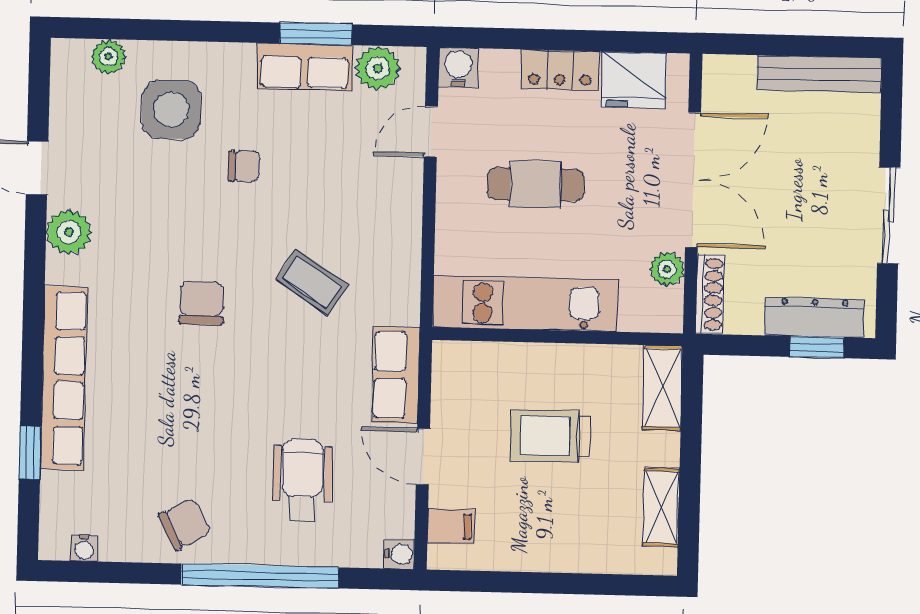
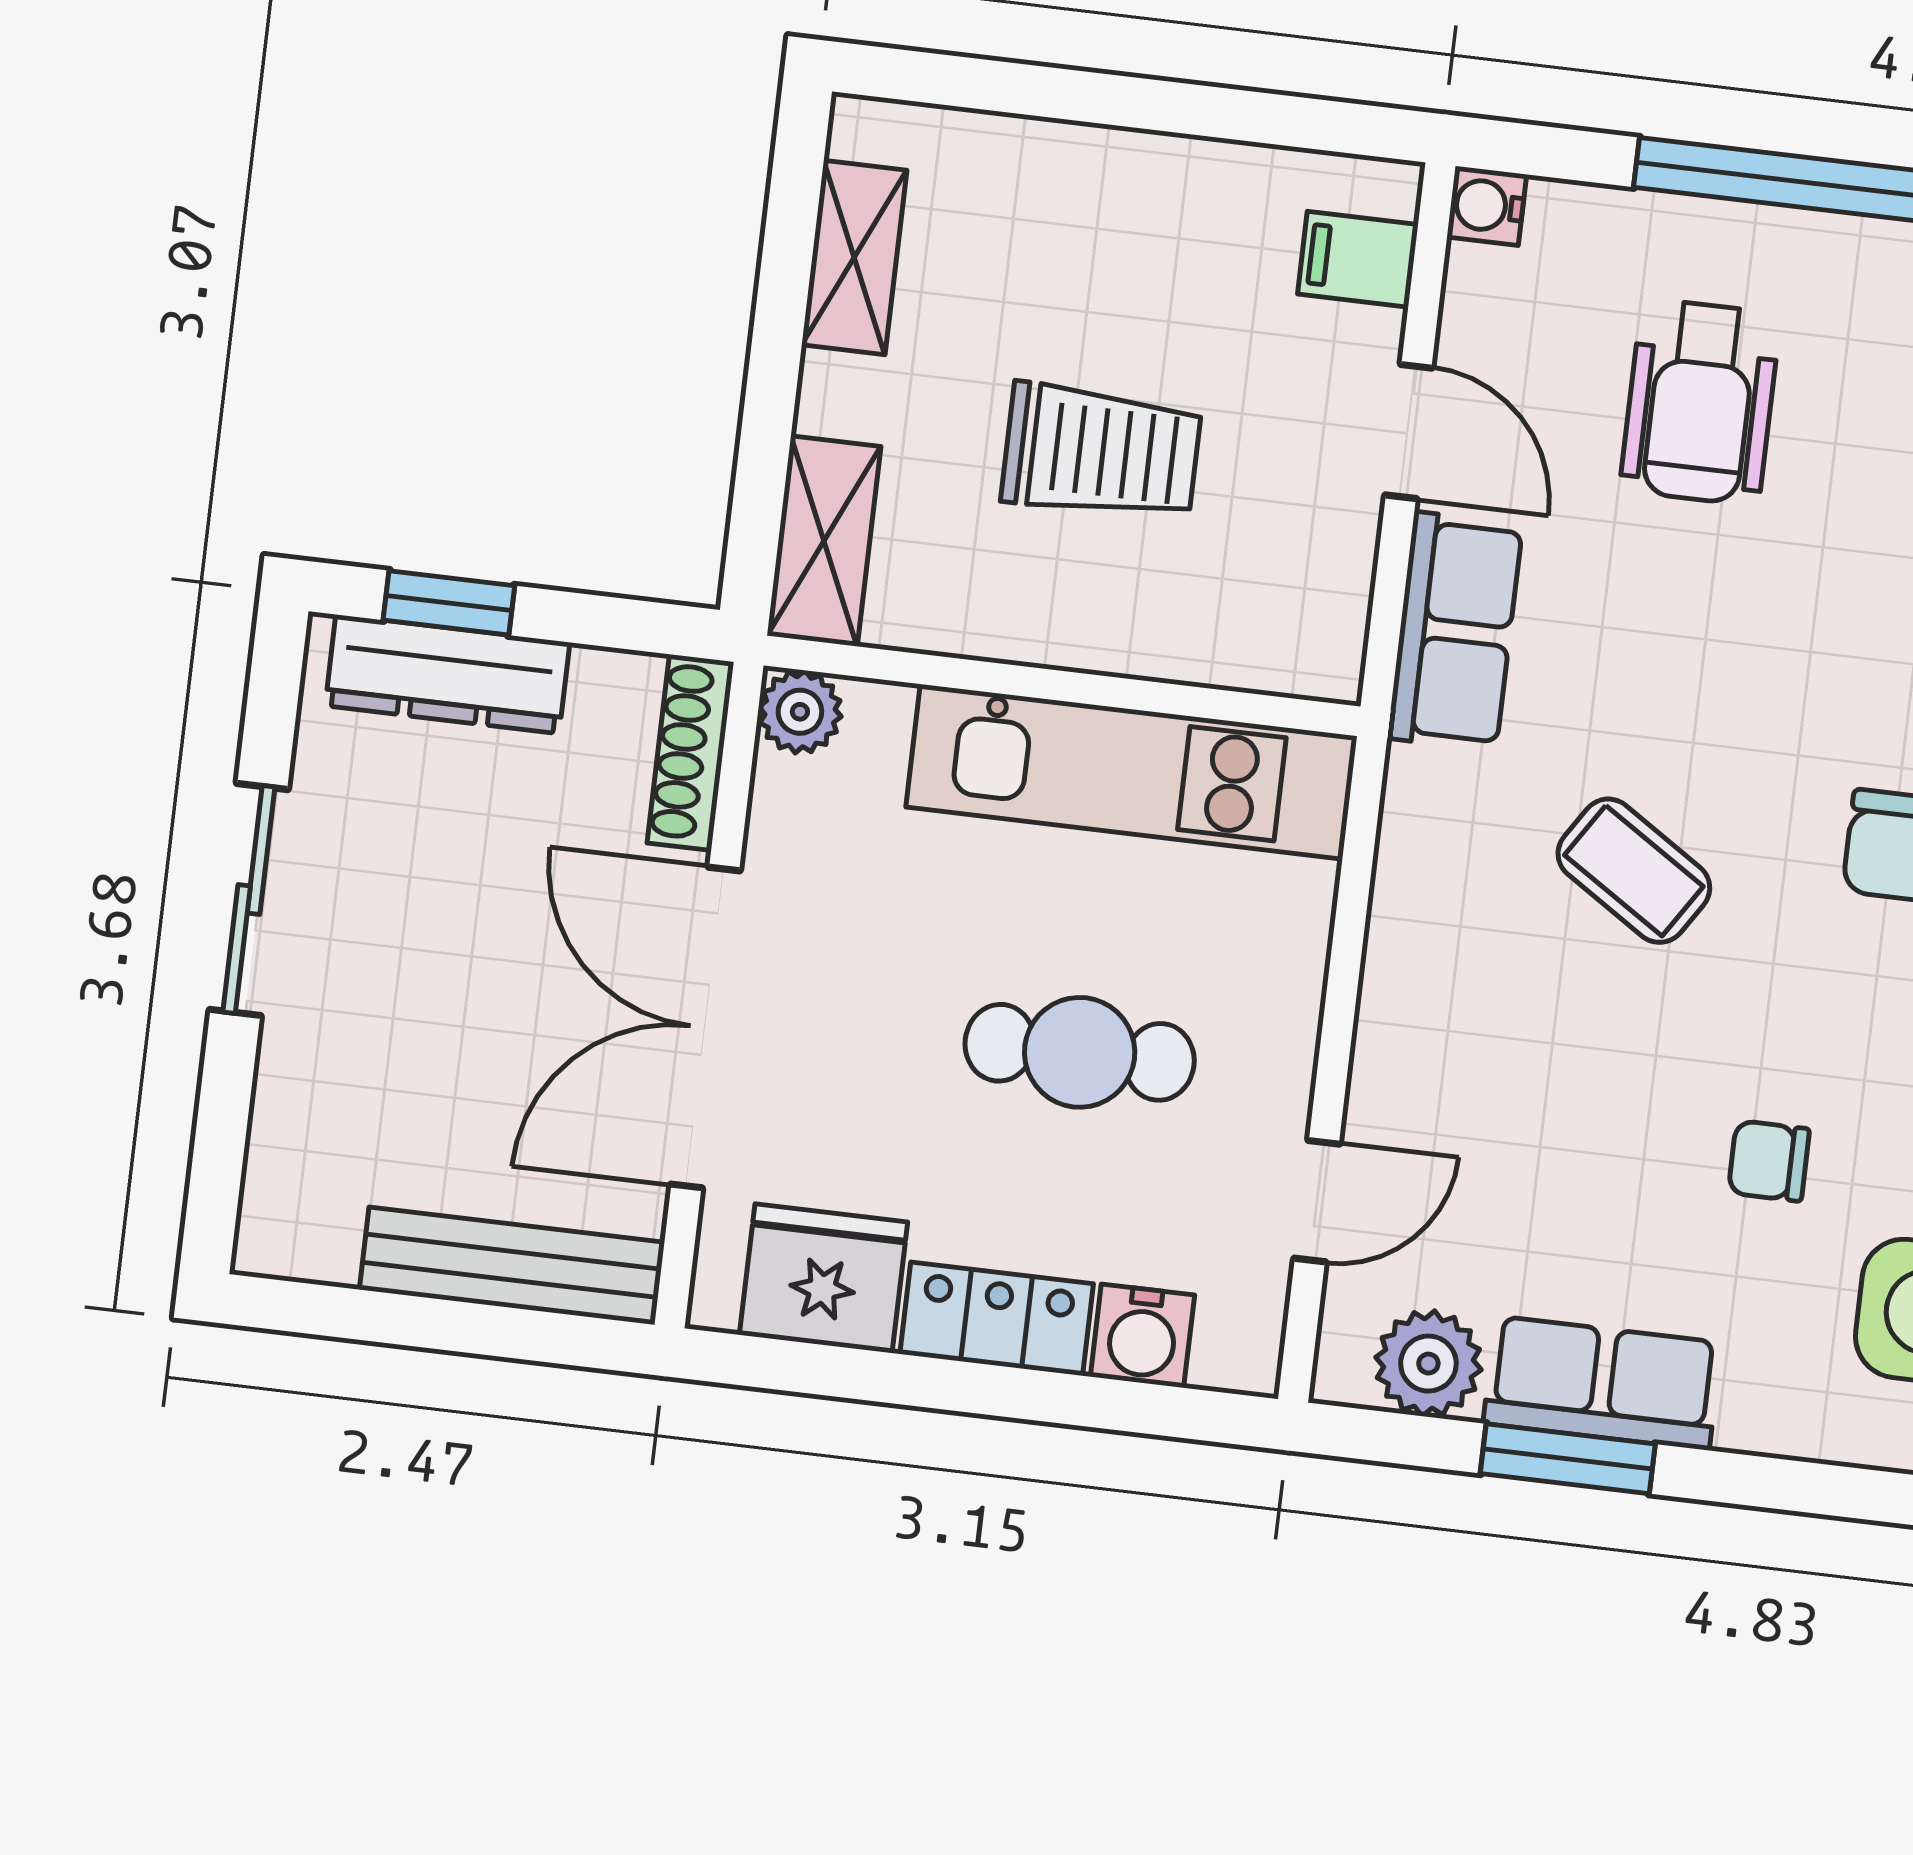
water cooler: (458, 67) -> (1142, 1336), moved
bench: (819, 74) -> (512, 1266), moved
plant: (667, 269) -> (800, 712), moved

